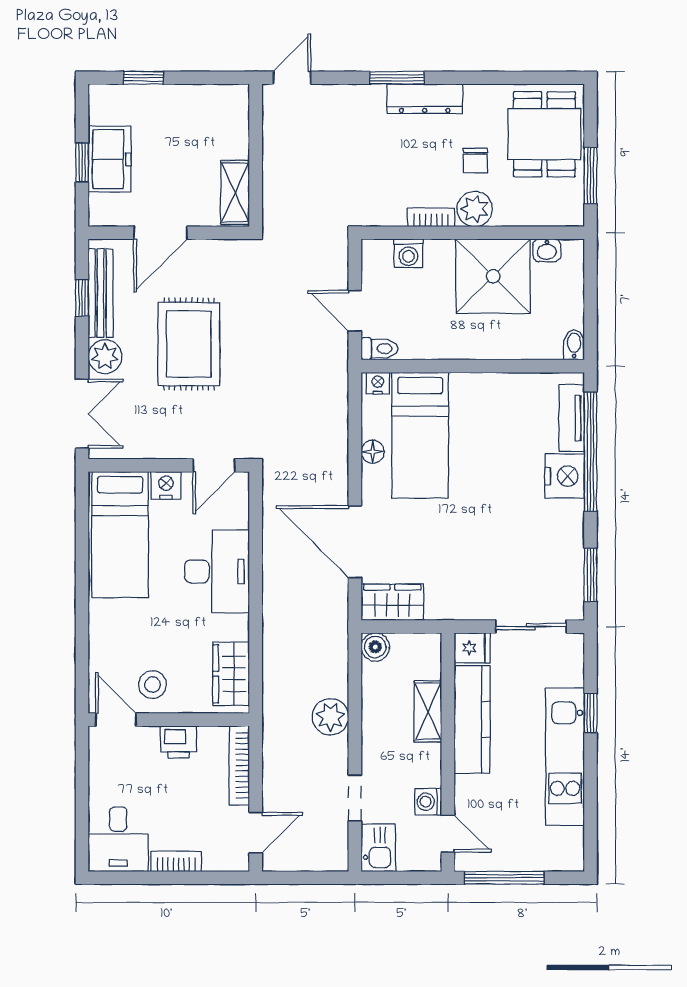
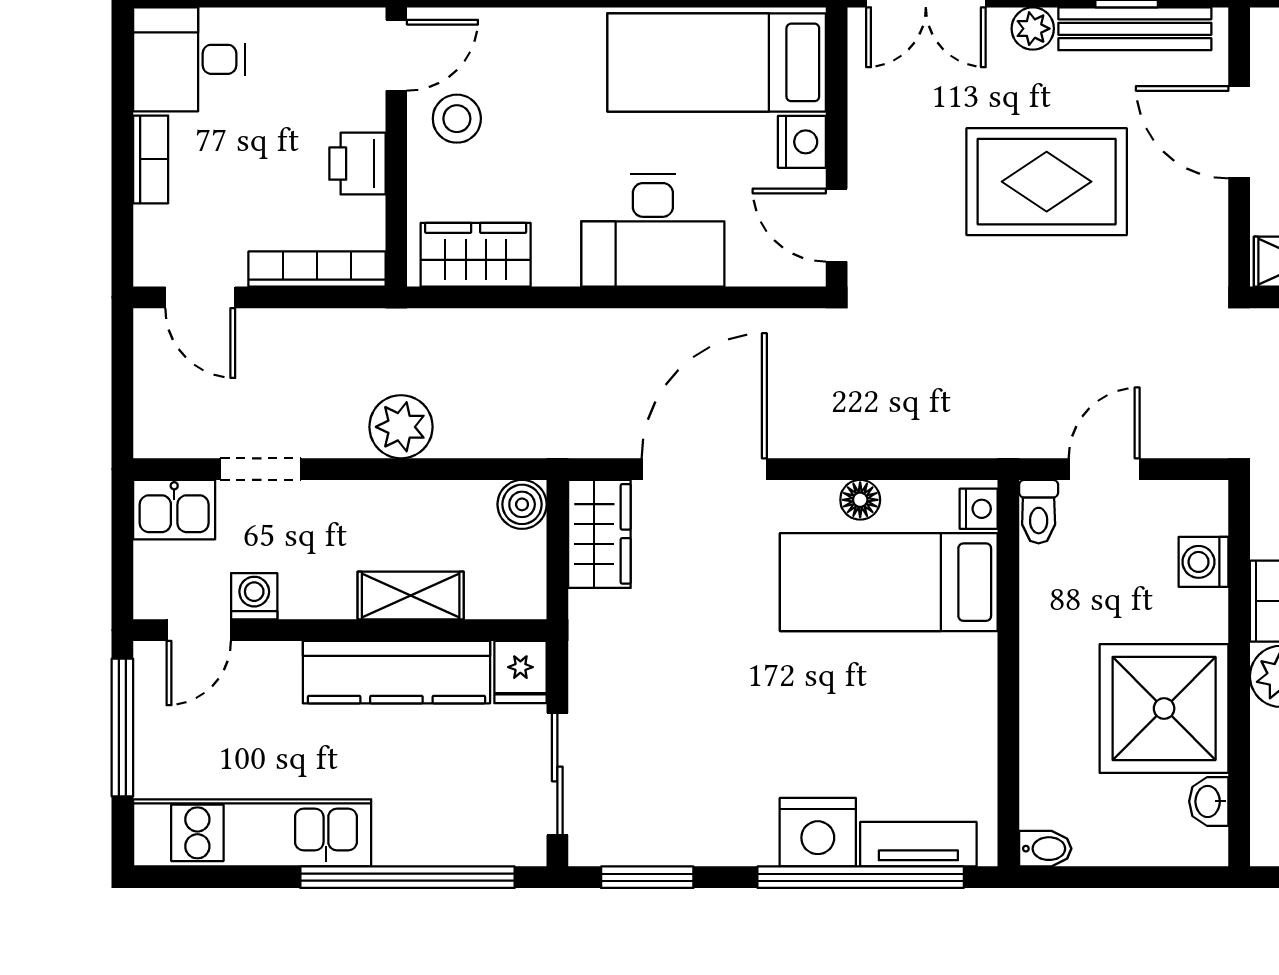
plant: (105, 357) -> (1033, 29), width x0.73, depth x0.73
window: (591, 713) -> (407, 877), width x3.17
kitchen unit: (565, 757) -> (252, 833), moved

